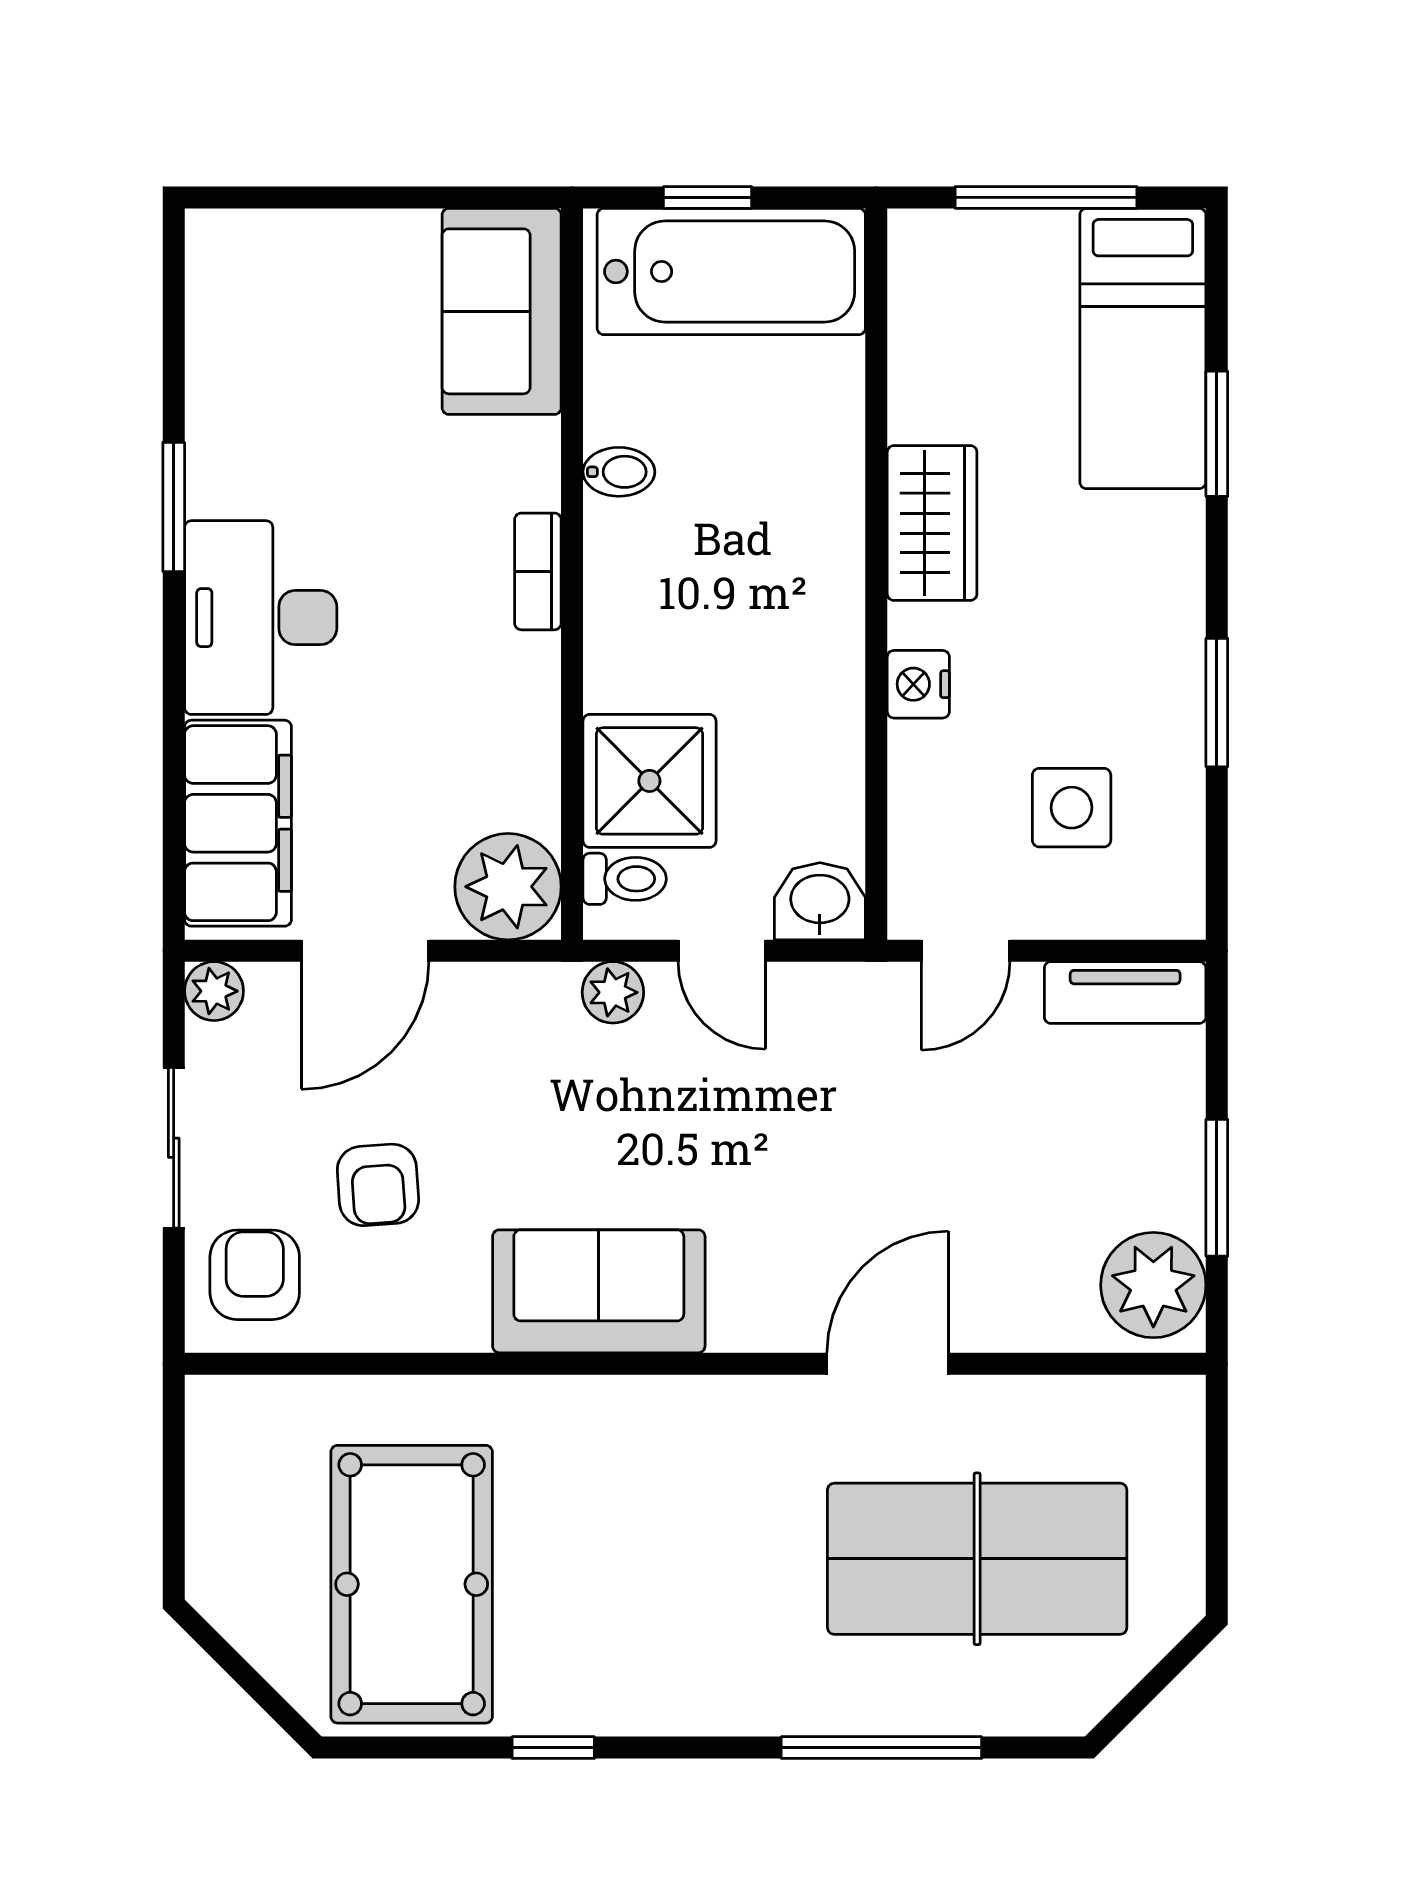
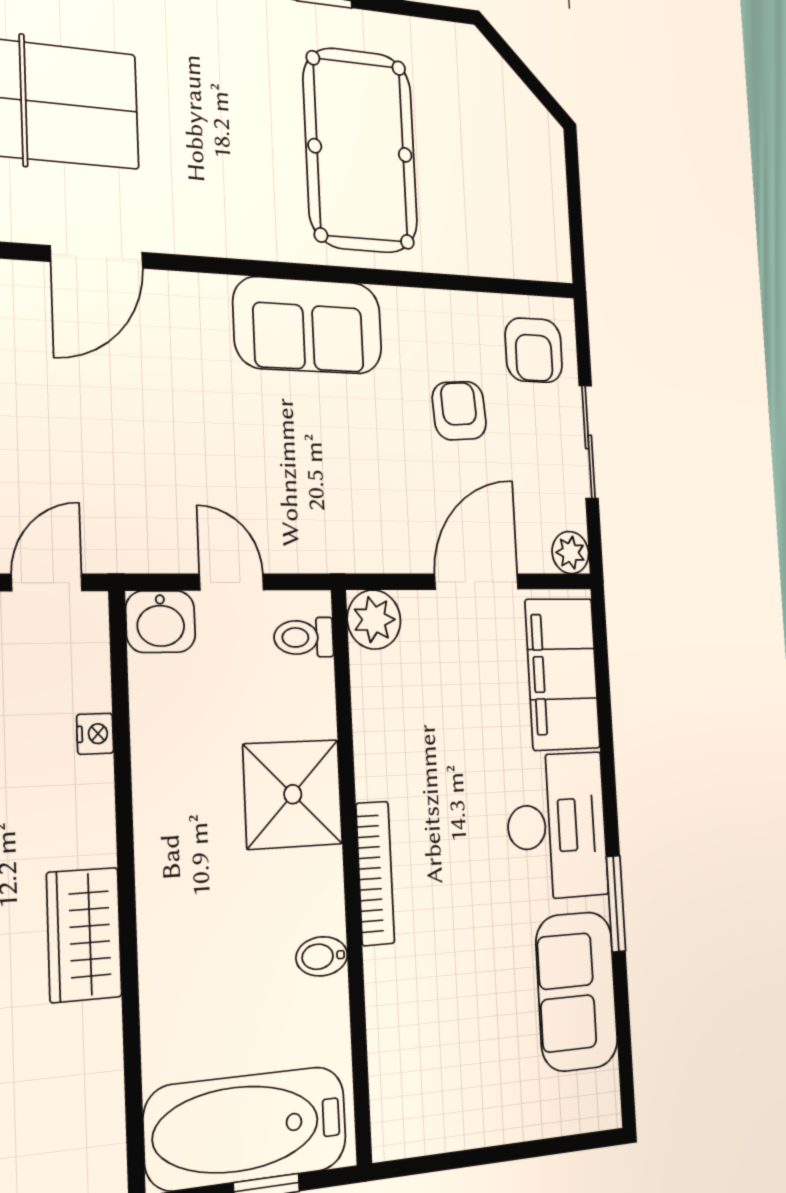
sofa: (502, 311) -> (577, 991), moved, turned 180
bookcase: (538, 571) -> (375, 873), width x1.56
nightstand: (918, 684) -> (95, 734), moved, width x0.72, depth x0.74
shower: (649, 781) -> (293, 794), moved
plant: (508, 887) -> (374, 620), width x0.73, depth x0.73
plant: (613, 992) -> (308, 550), removed
pool table: (412, 1584) -> (360, 150), moved

